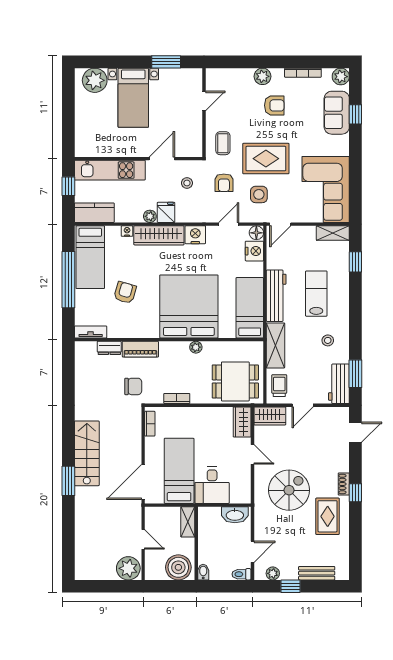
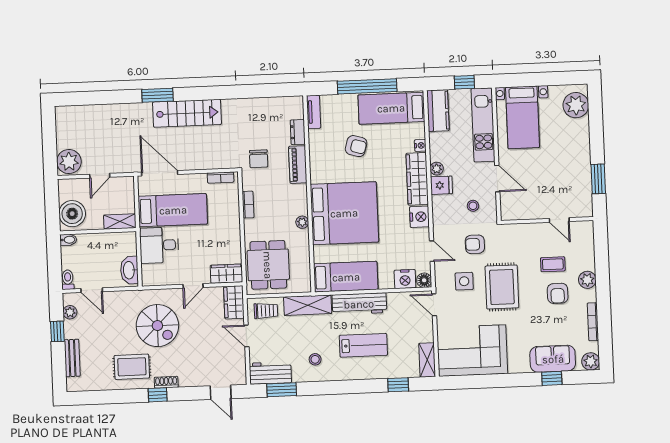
bed with nightstands: (133, 98) -> (523, 117), moved, turned -90
coffee table: (223, 143) -> (553, 264), moved

